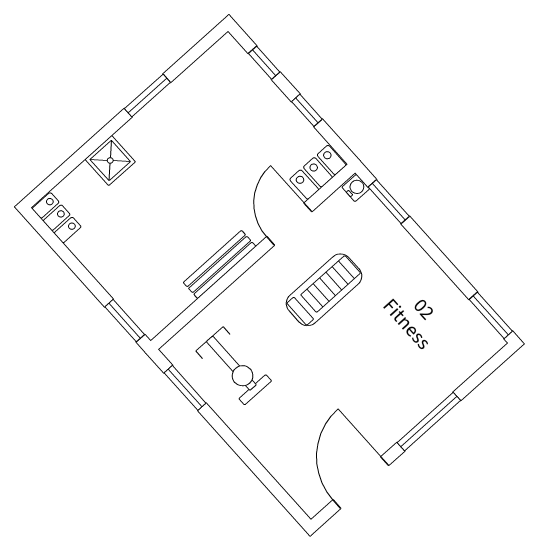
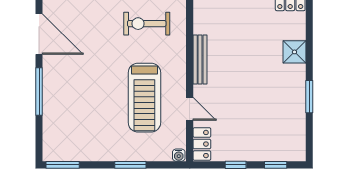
window: (389, 202) -> (130, 165), moved
door: (289, 224) -> (190, 109), width x0.73
treadmill: (324, 290) -> (144, 98), width x1.37, depth x1.38

